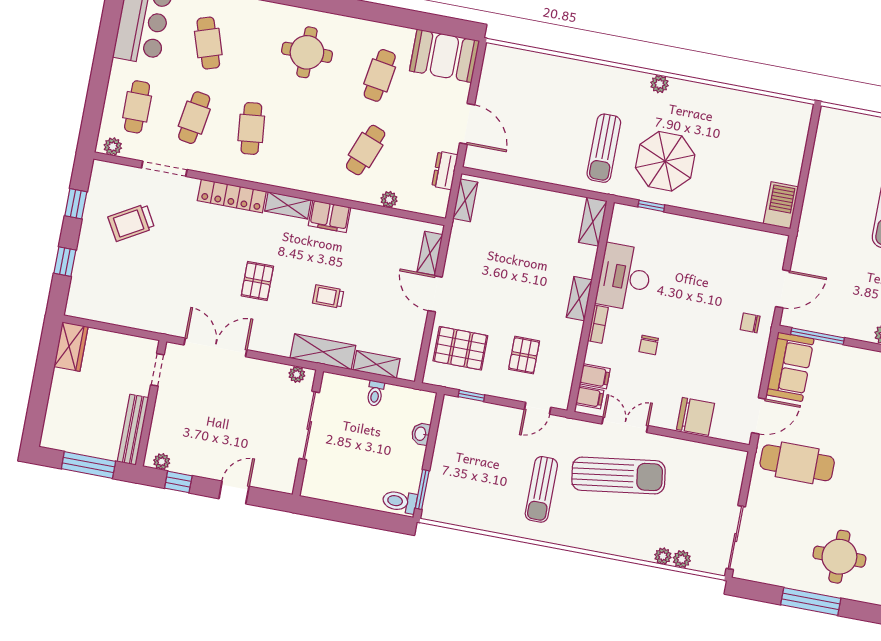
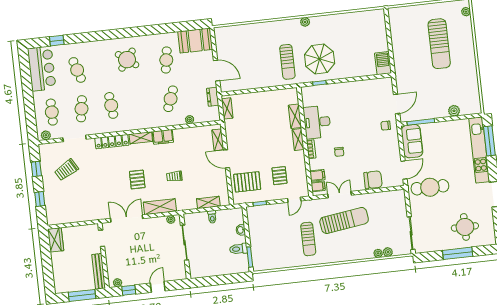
round table: (307, 52) -> (127, 60), turned 37
shelving: (593, 222) -> (295, 116), moved
shelving: (323, 352) -> (160, 207), moved
toilet: (400, 501) -> (239, 249), moved

